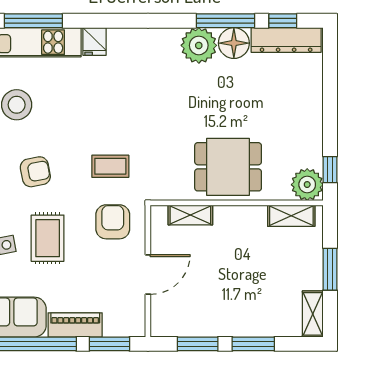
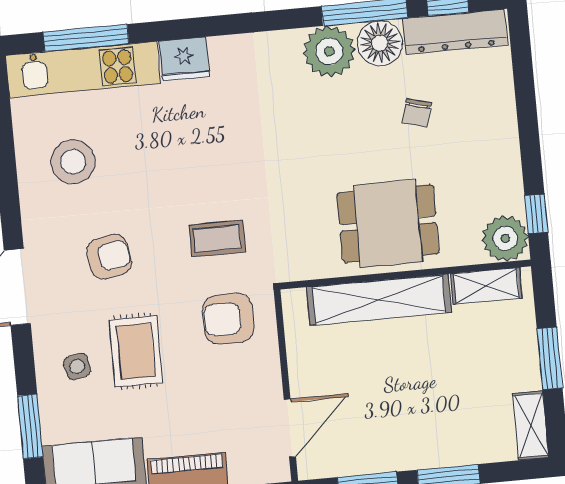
fridge: (95, 41) -> (184, 59), width x1.38
chair: (255, 93) -> (417, 113), added
shelving: (190, 215) -> (379, 300), width x2.20, depth x1.33
armchair: (113, 222) -> (228, 319), turned -90
door: (148, 274) -> (290, 428), moved

